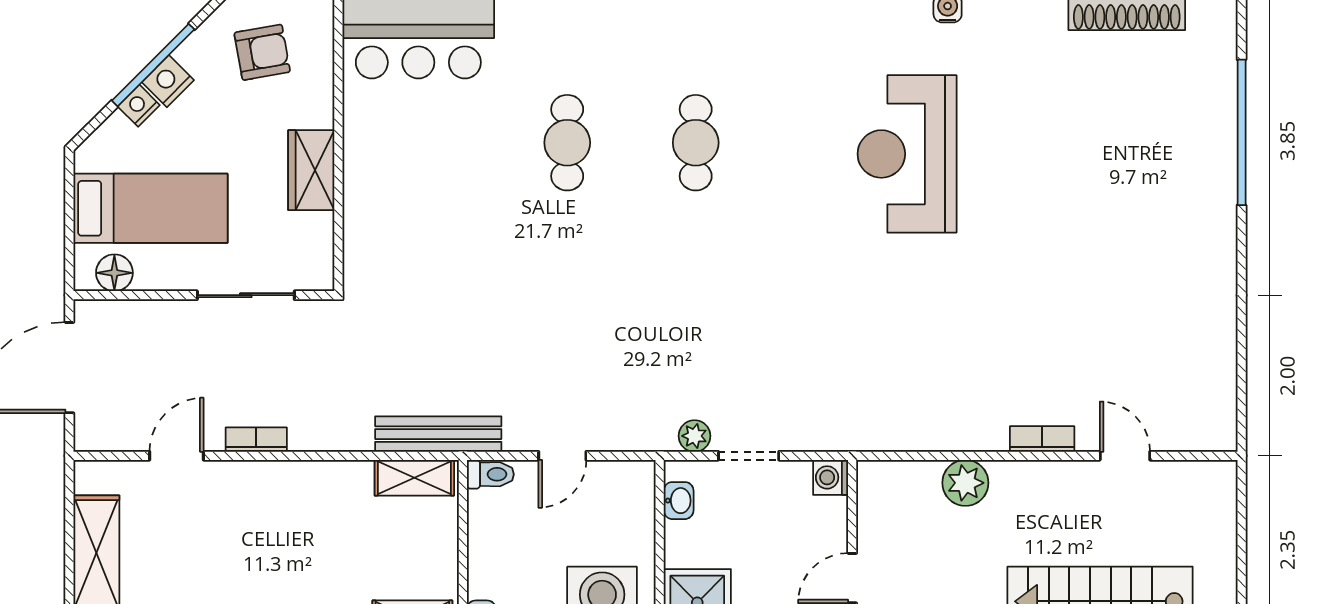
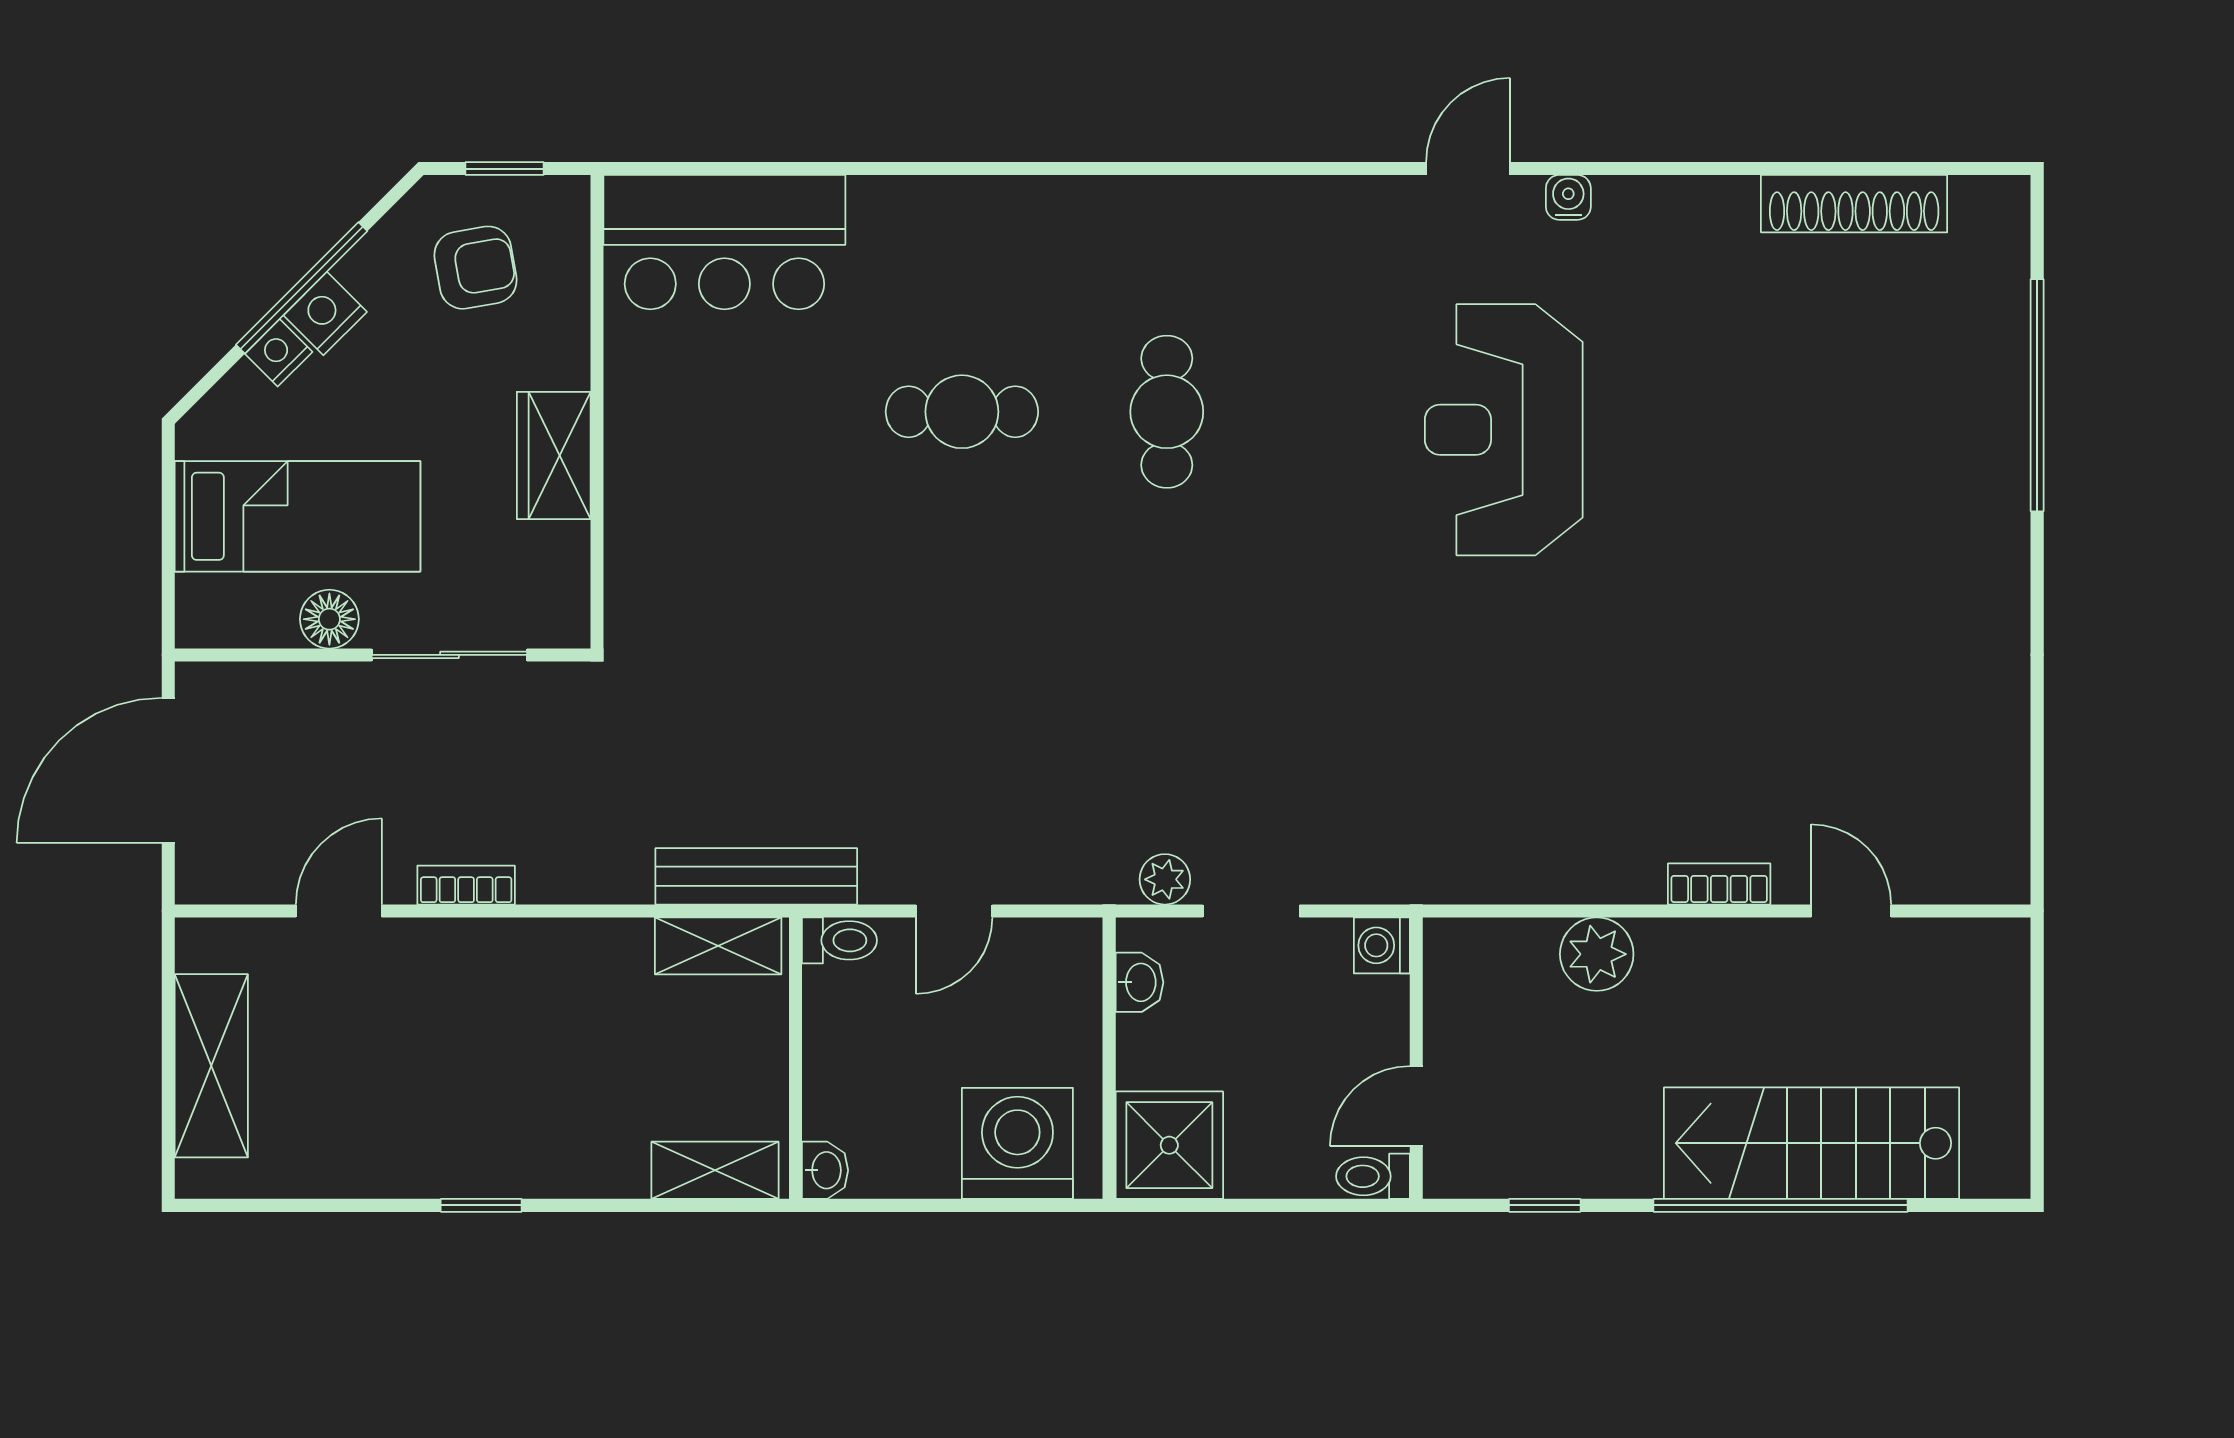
cafe table: (567, 143) -> (962, 412), turned 90
floor lamp: (114, 273) -> (329, 619), moved

